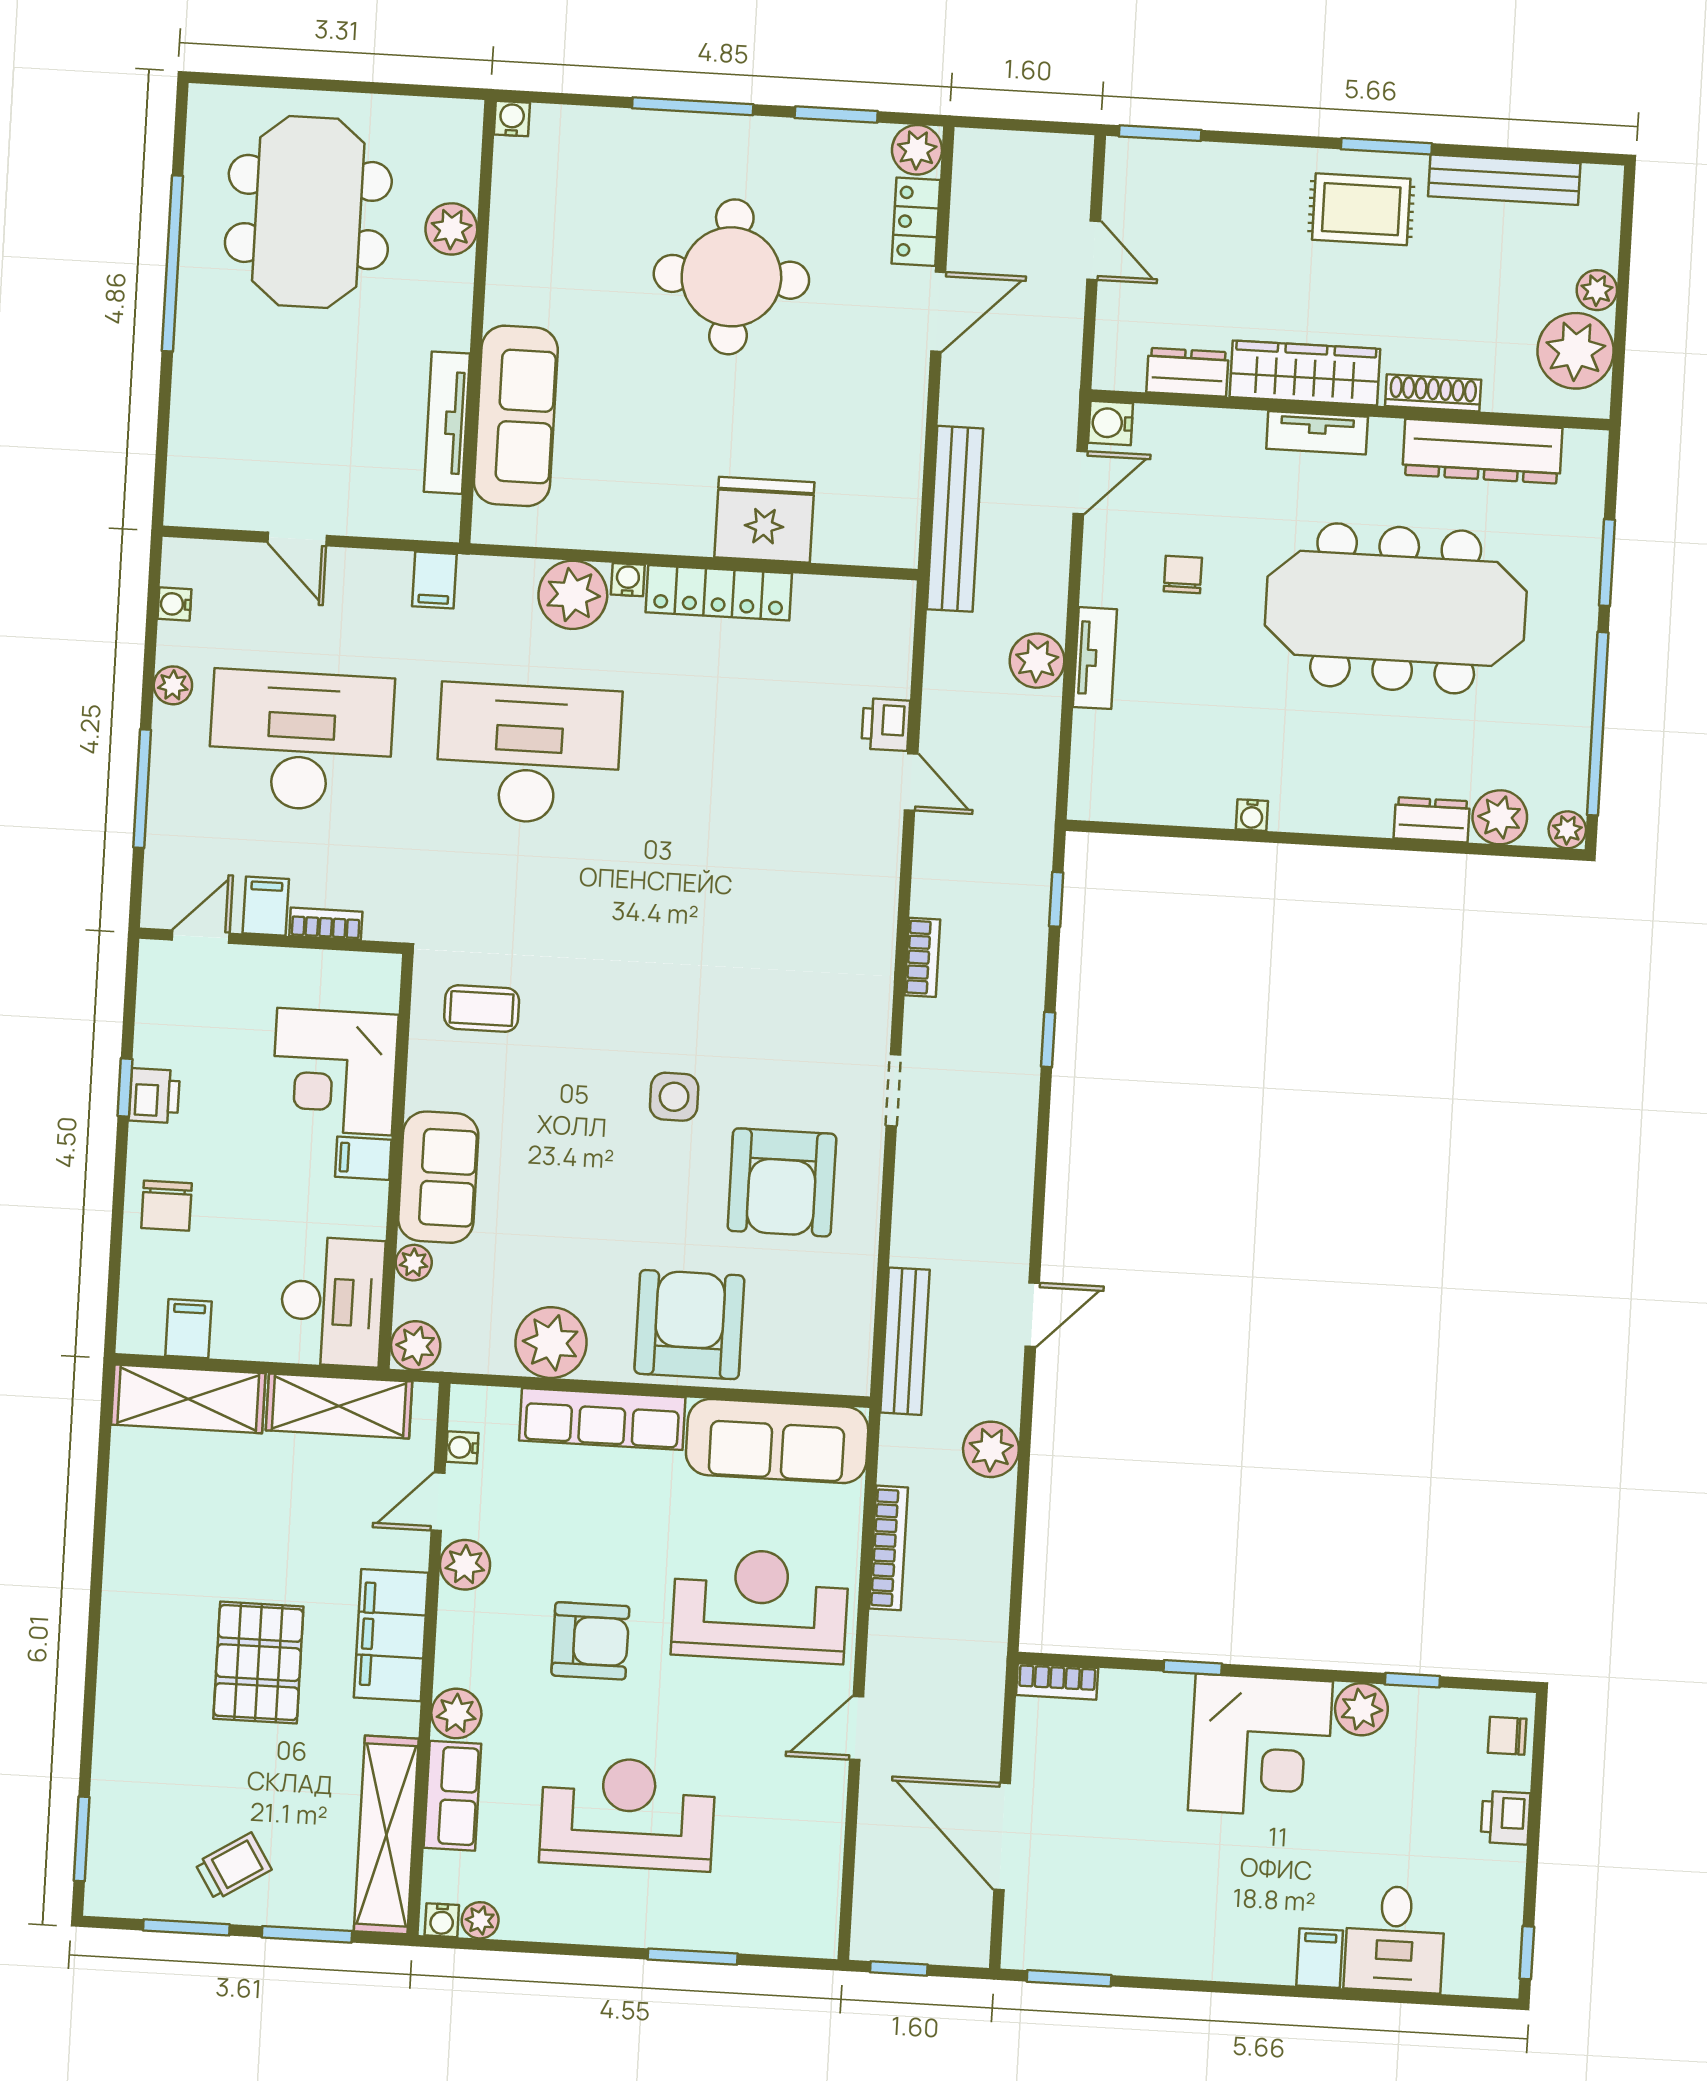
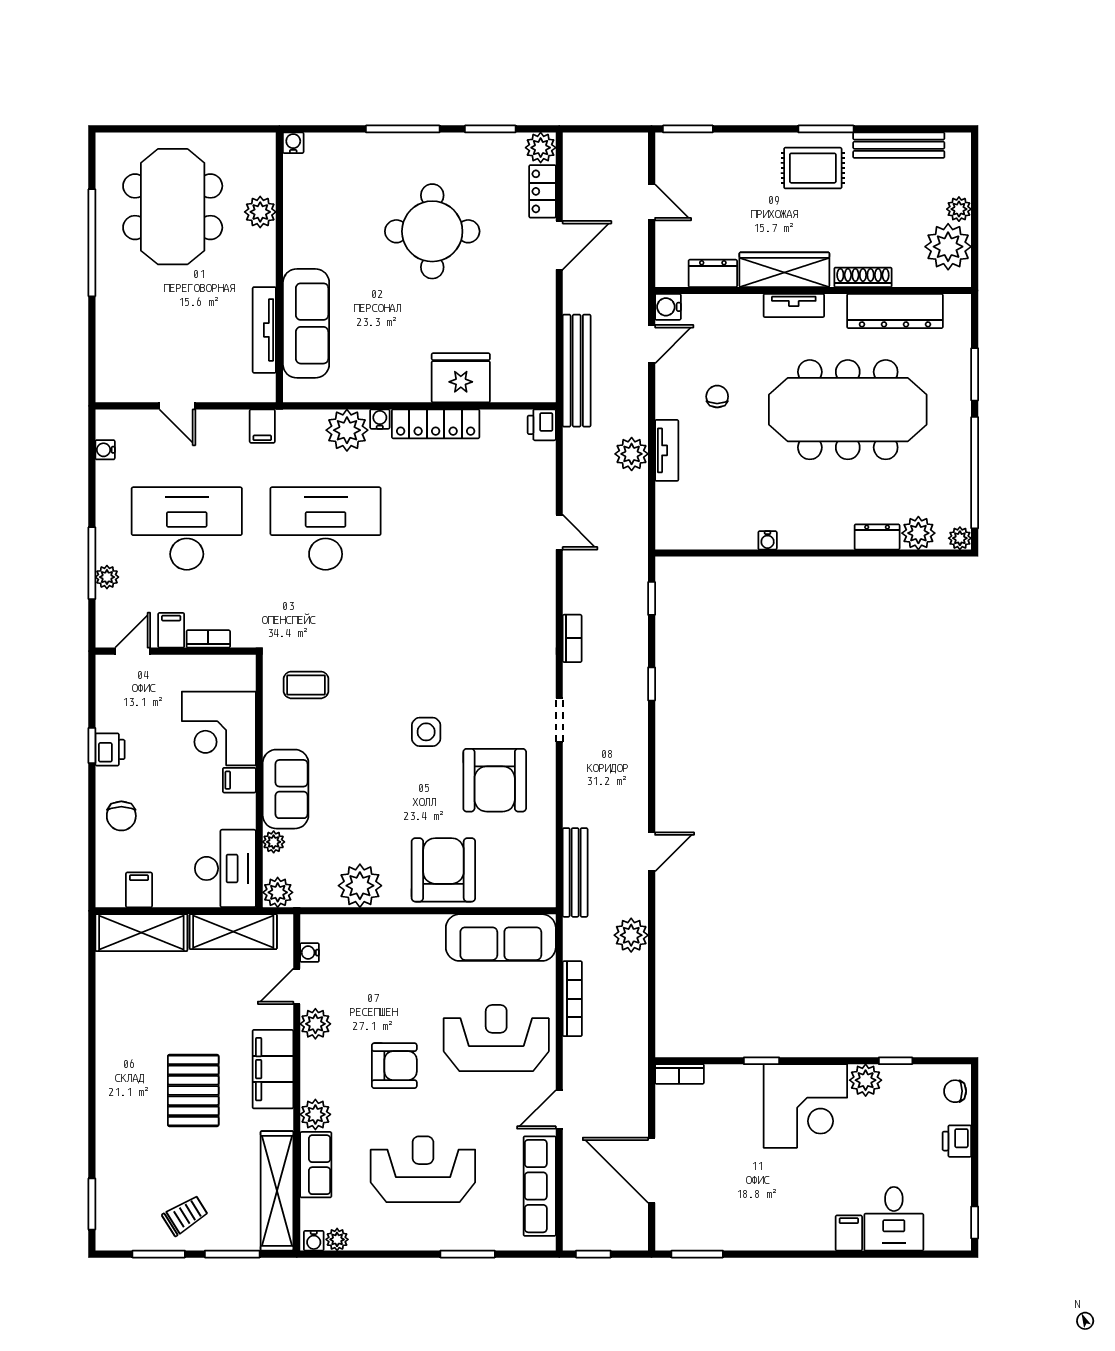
plant: (173, 685) -> (107, 577), moved
printer: (886, 725) -> (542, 425), moved
row of seats: (602, 1419) -> (540, 1186), moved, turned 90

